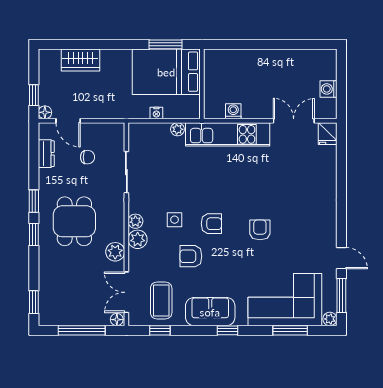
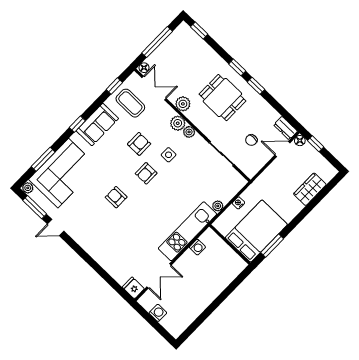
dresser: (46, 154) -> (286, 128), moved
armchair: (260, 230) -> (116, 197), turned 180

